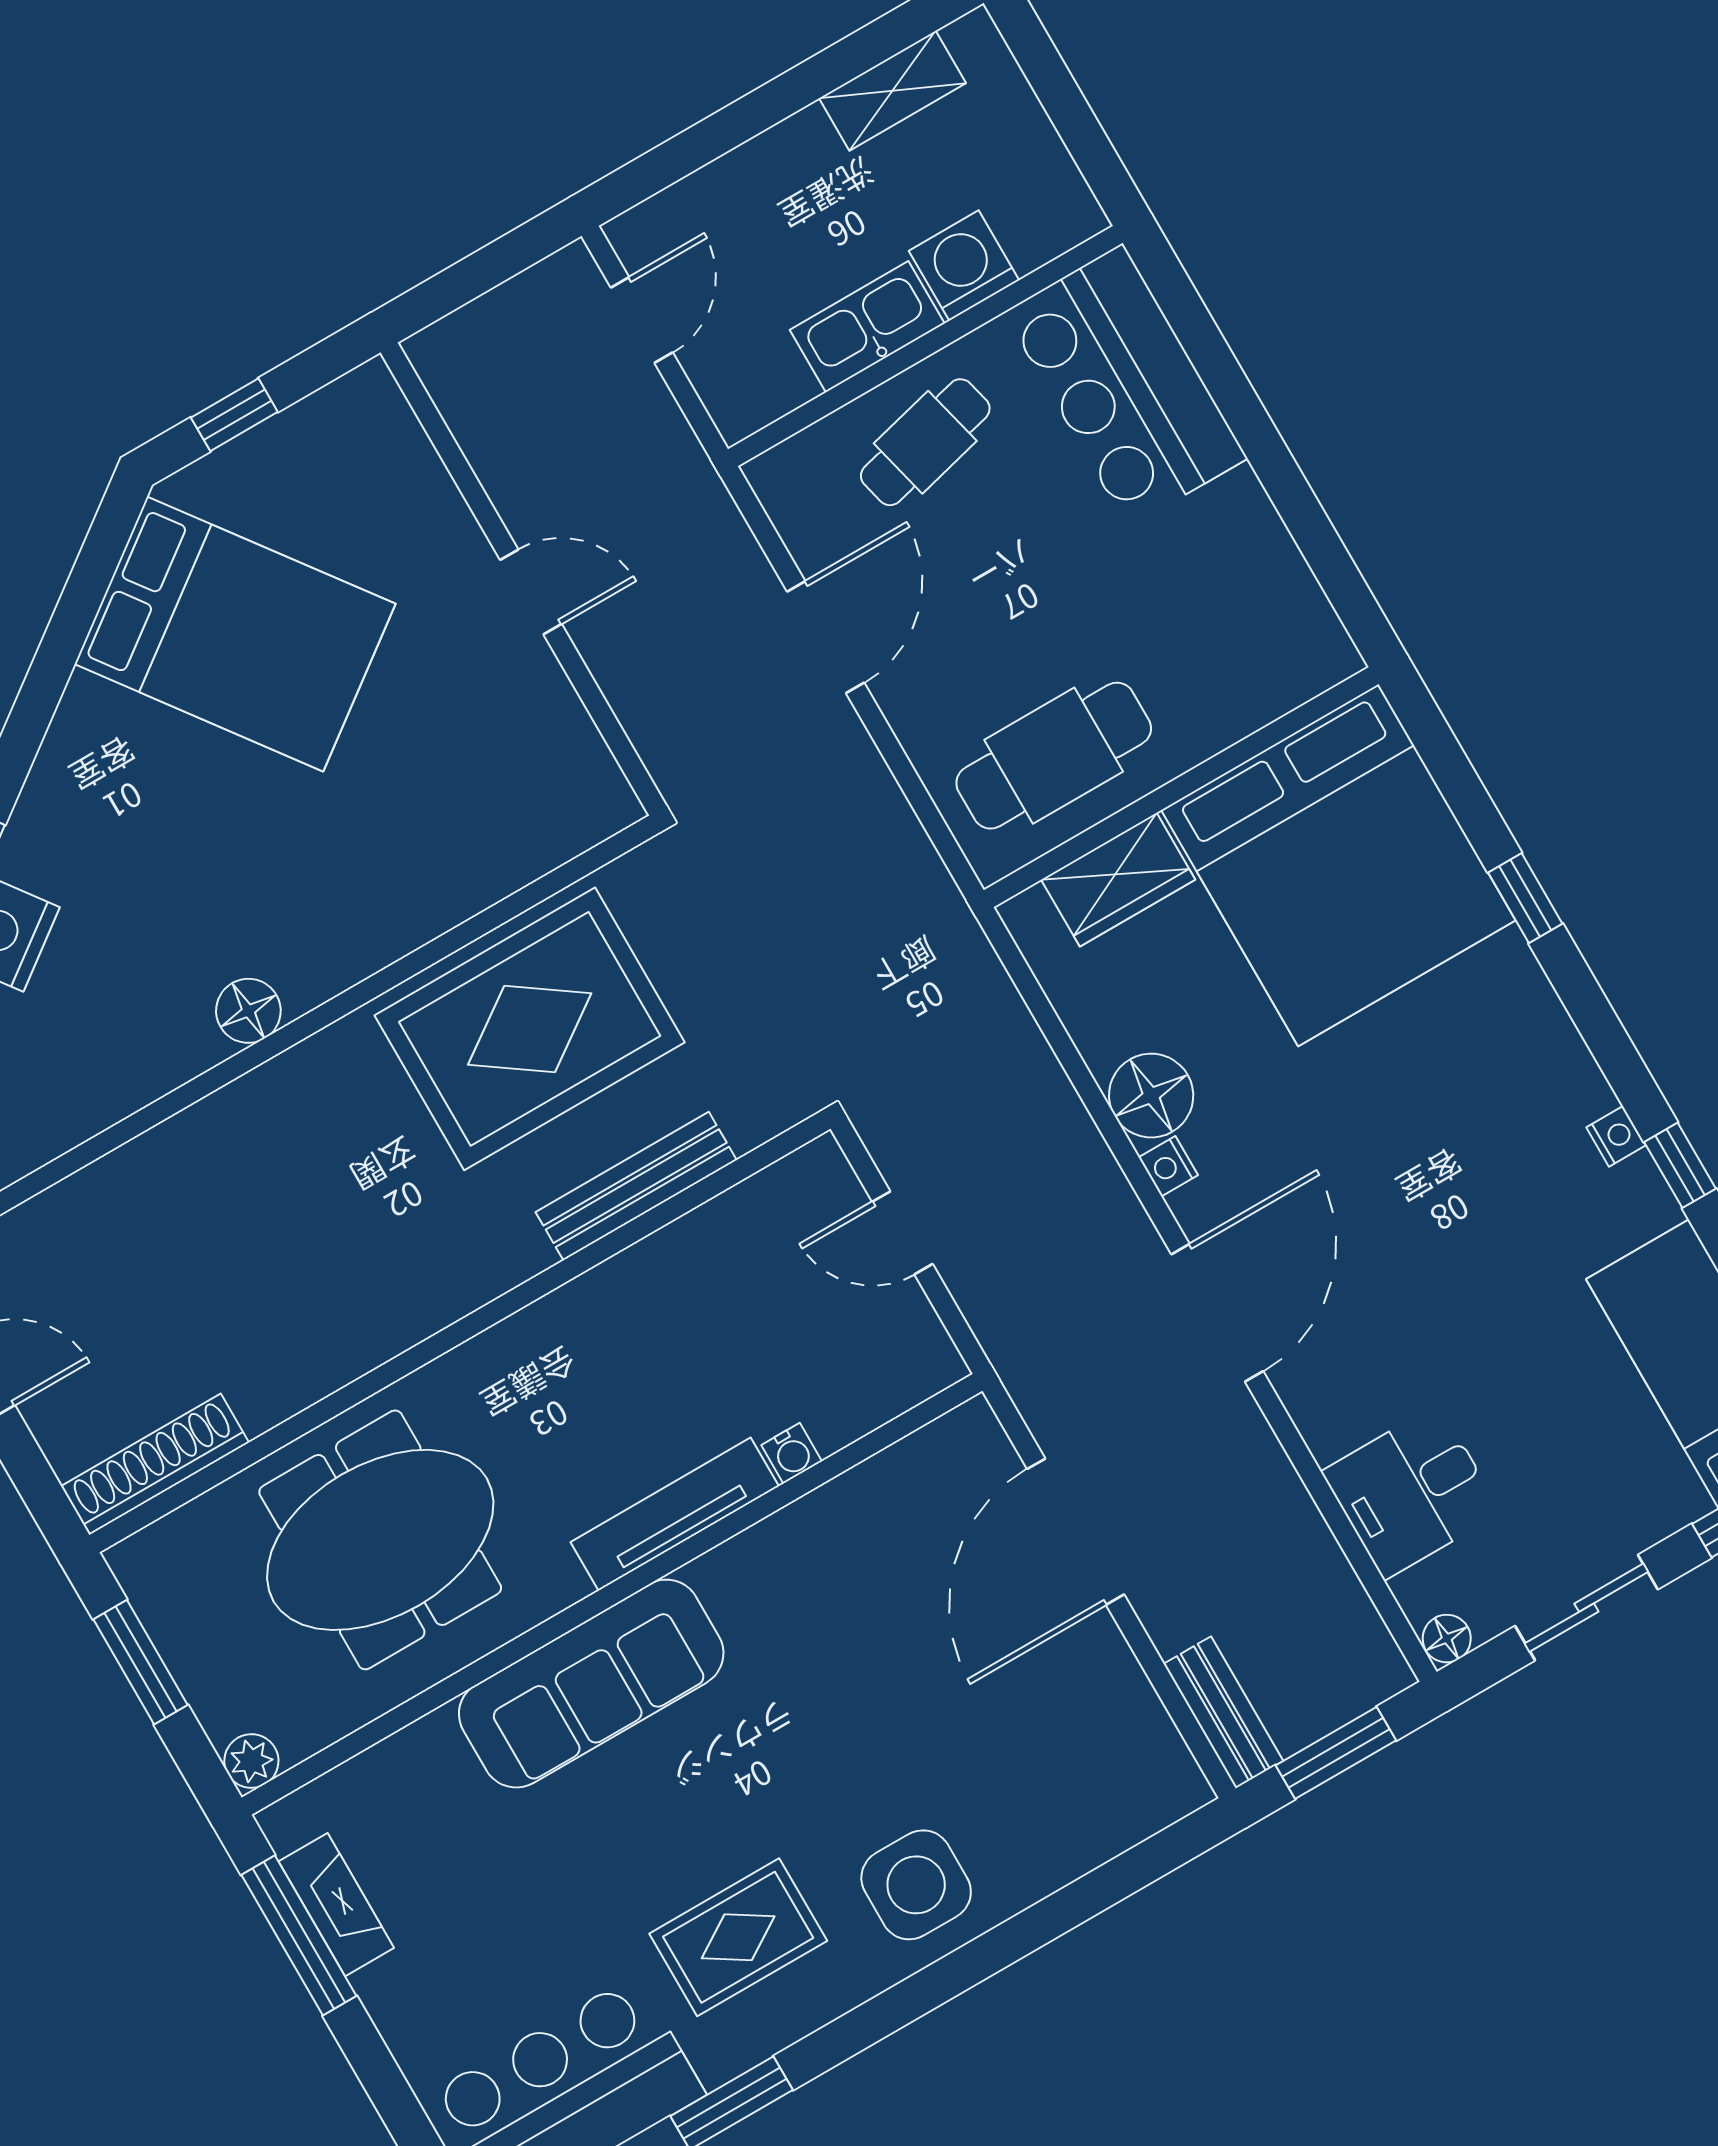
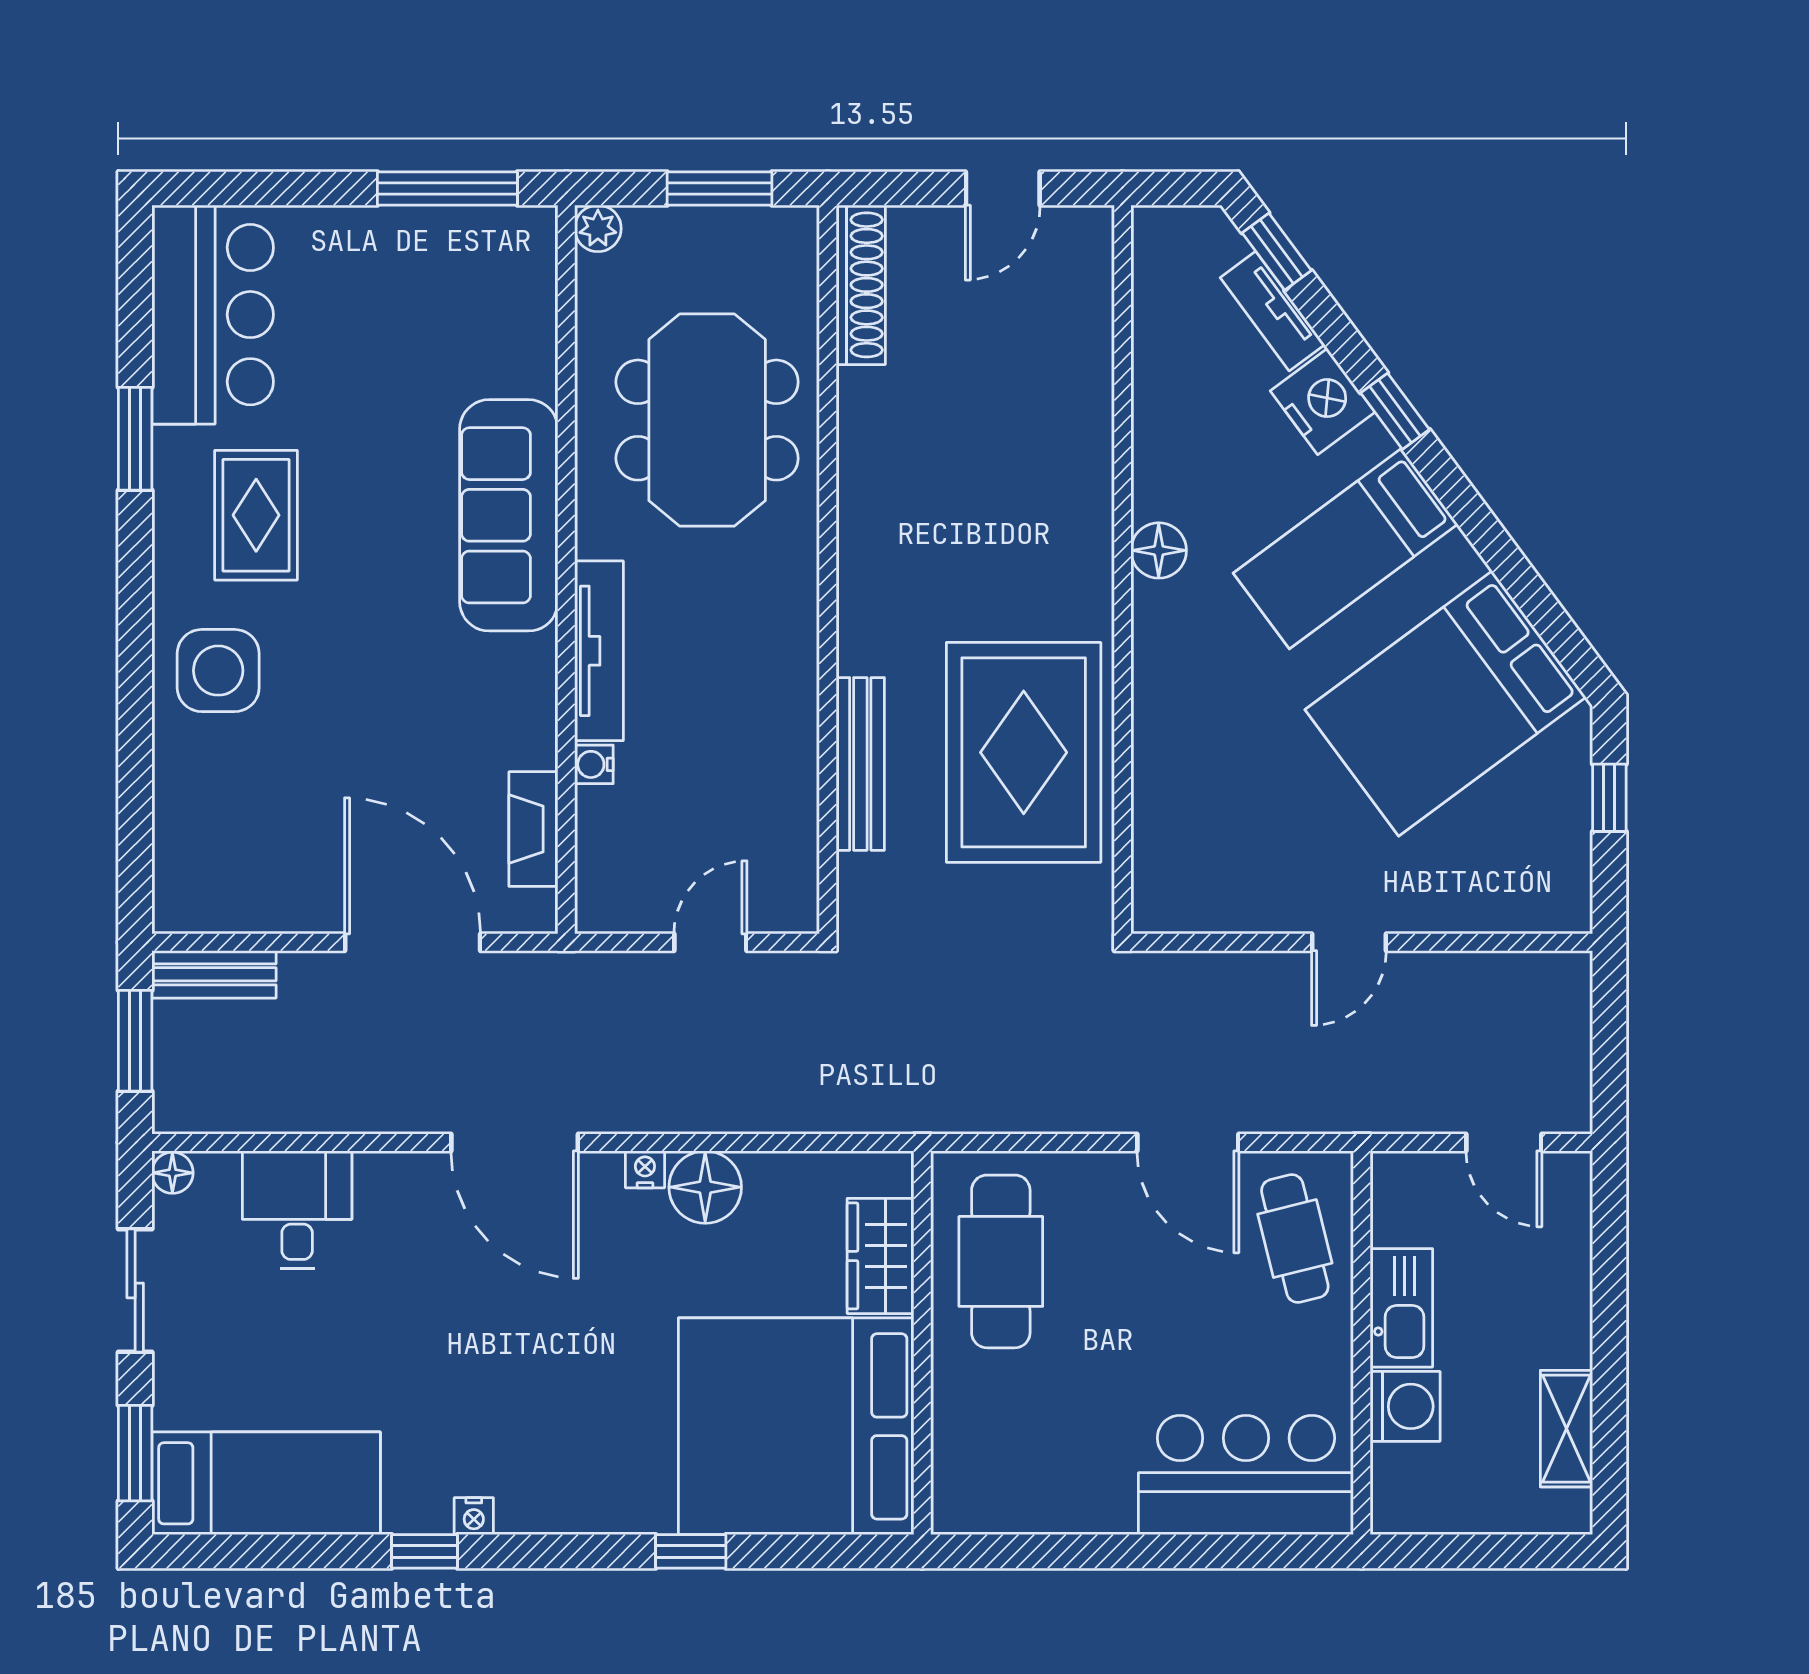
cafe table: (925, 442) -> (1295, 1239), moved
bed: (138, 824) -> (1345, 549), added
fireplace: (336, 1905) -> (533, 829), moved, turned 90

